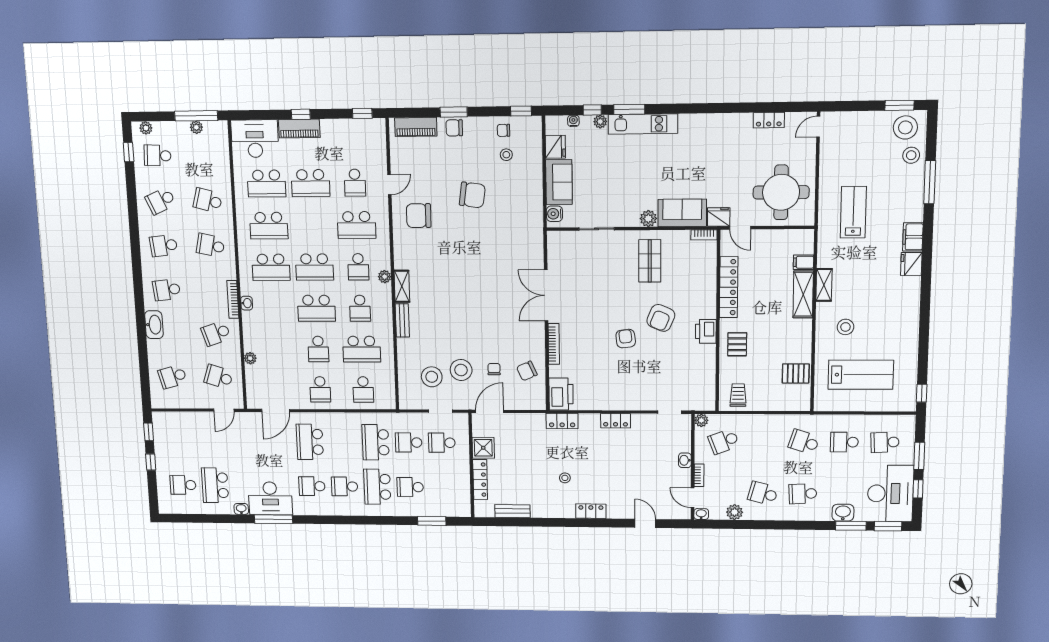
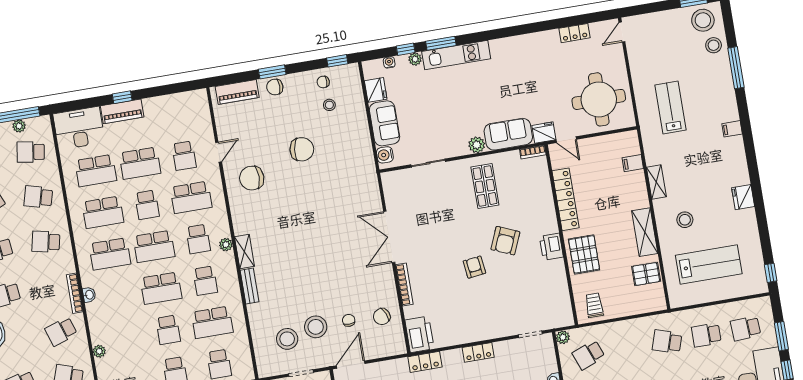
window: (362, 113) -> (183, 87), removed
school desk: (205, 155) -> (31, 152), added
school desk: (313, 225) -> (147, 205), added
filing cabinet: (913, 237) -> (732, 129), width x0.50
fridge: (911, 264) -> (743, 197), moved
shelving: (803, 294) -> (645, 232), moved
pallet: (737, 344) -> (584, 254), width x1.50, depth x1.42

